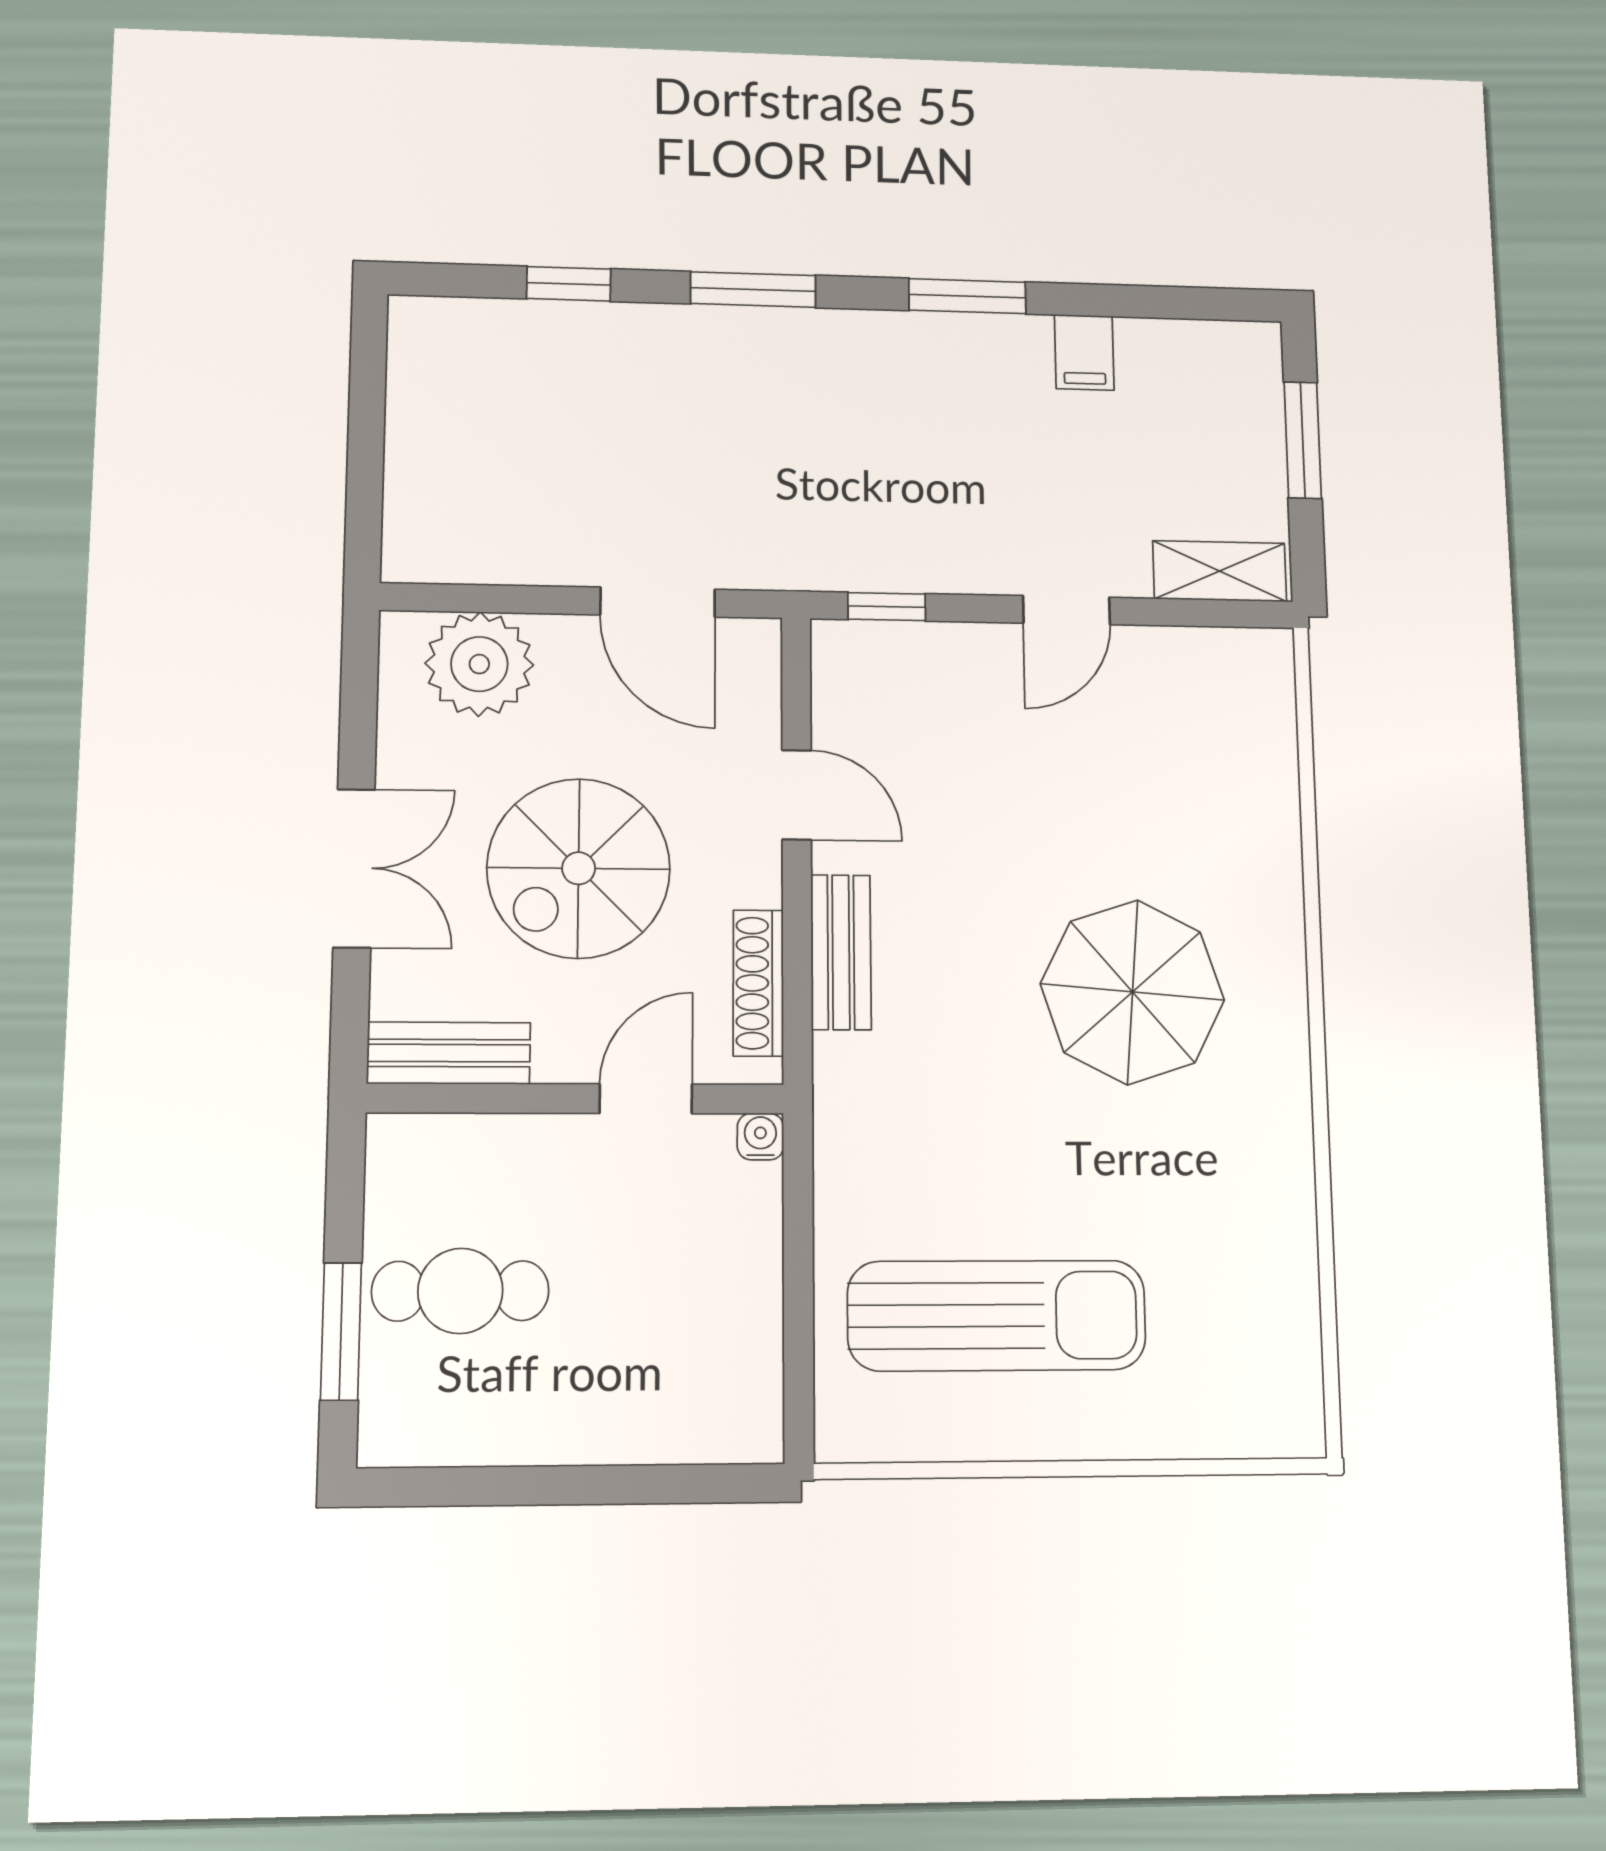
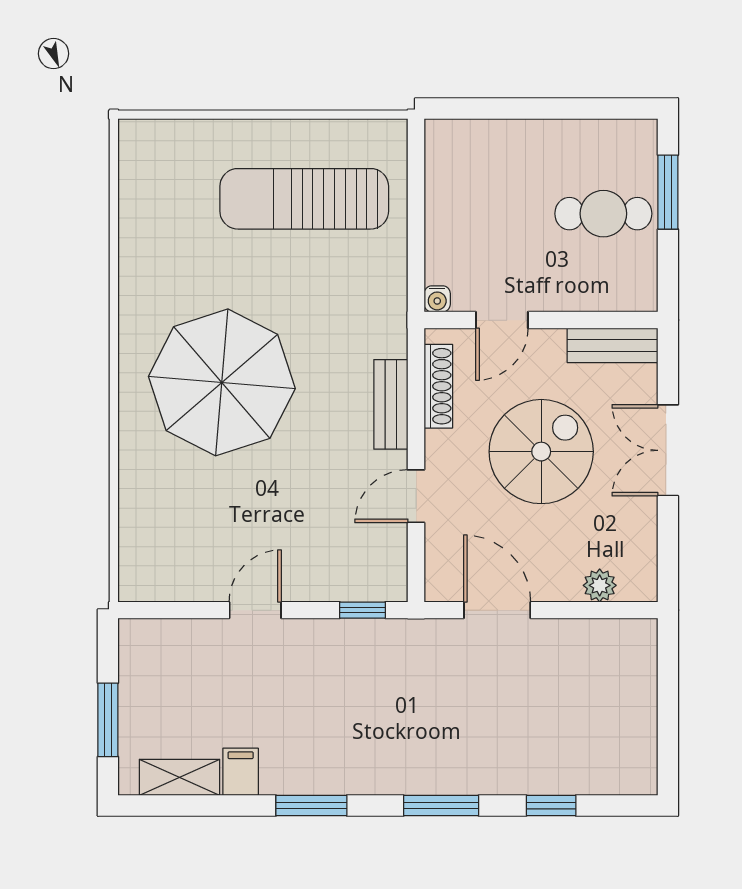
shelving: (1220, 571) -> (179, 777), moved
plant: (479, 664) -> (600, 585), width x0.53, depth x0.53
door: (797, 795) -> (416, 496), hinge flipped
parasol: (1132, 992) -> (222, 382), width x1.36, depth x1.36

